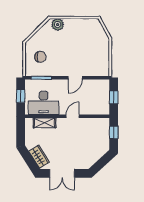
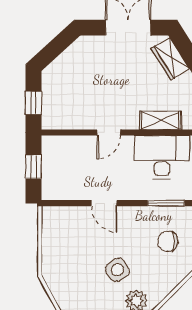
side table: (68, 41) -> (118, 270), added
door: (75, 78) -> (104, 203), swing flipped

